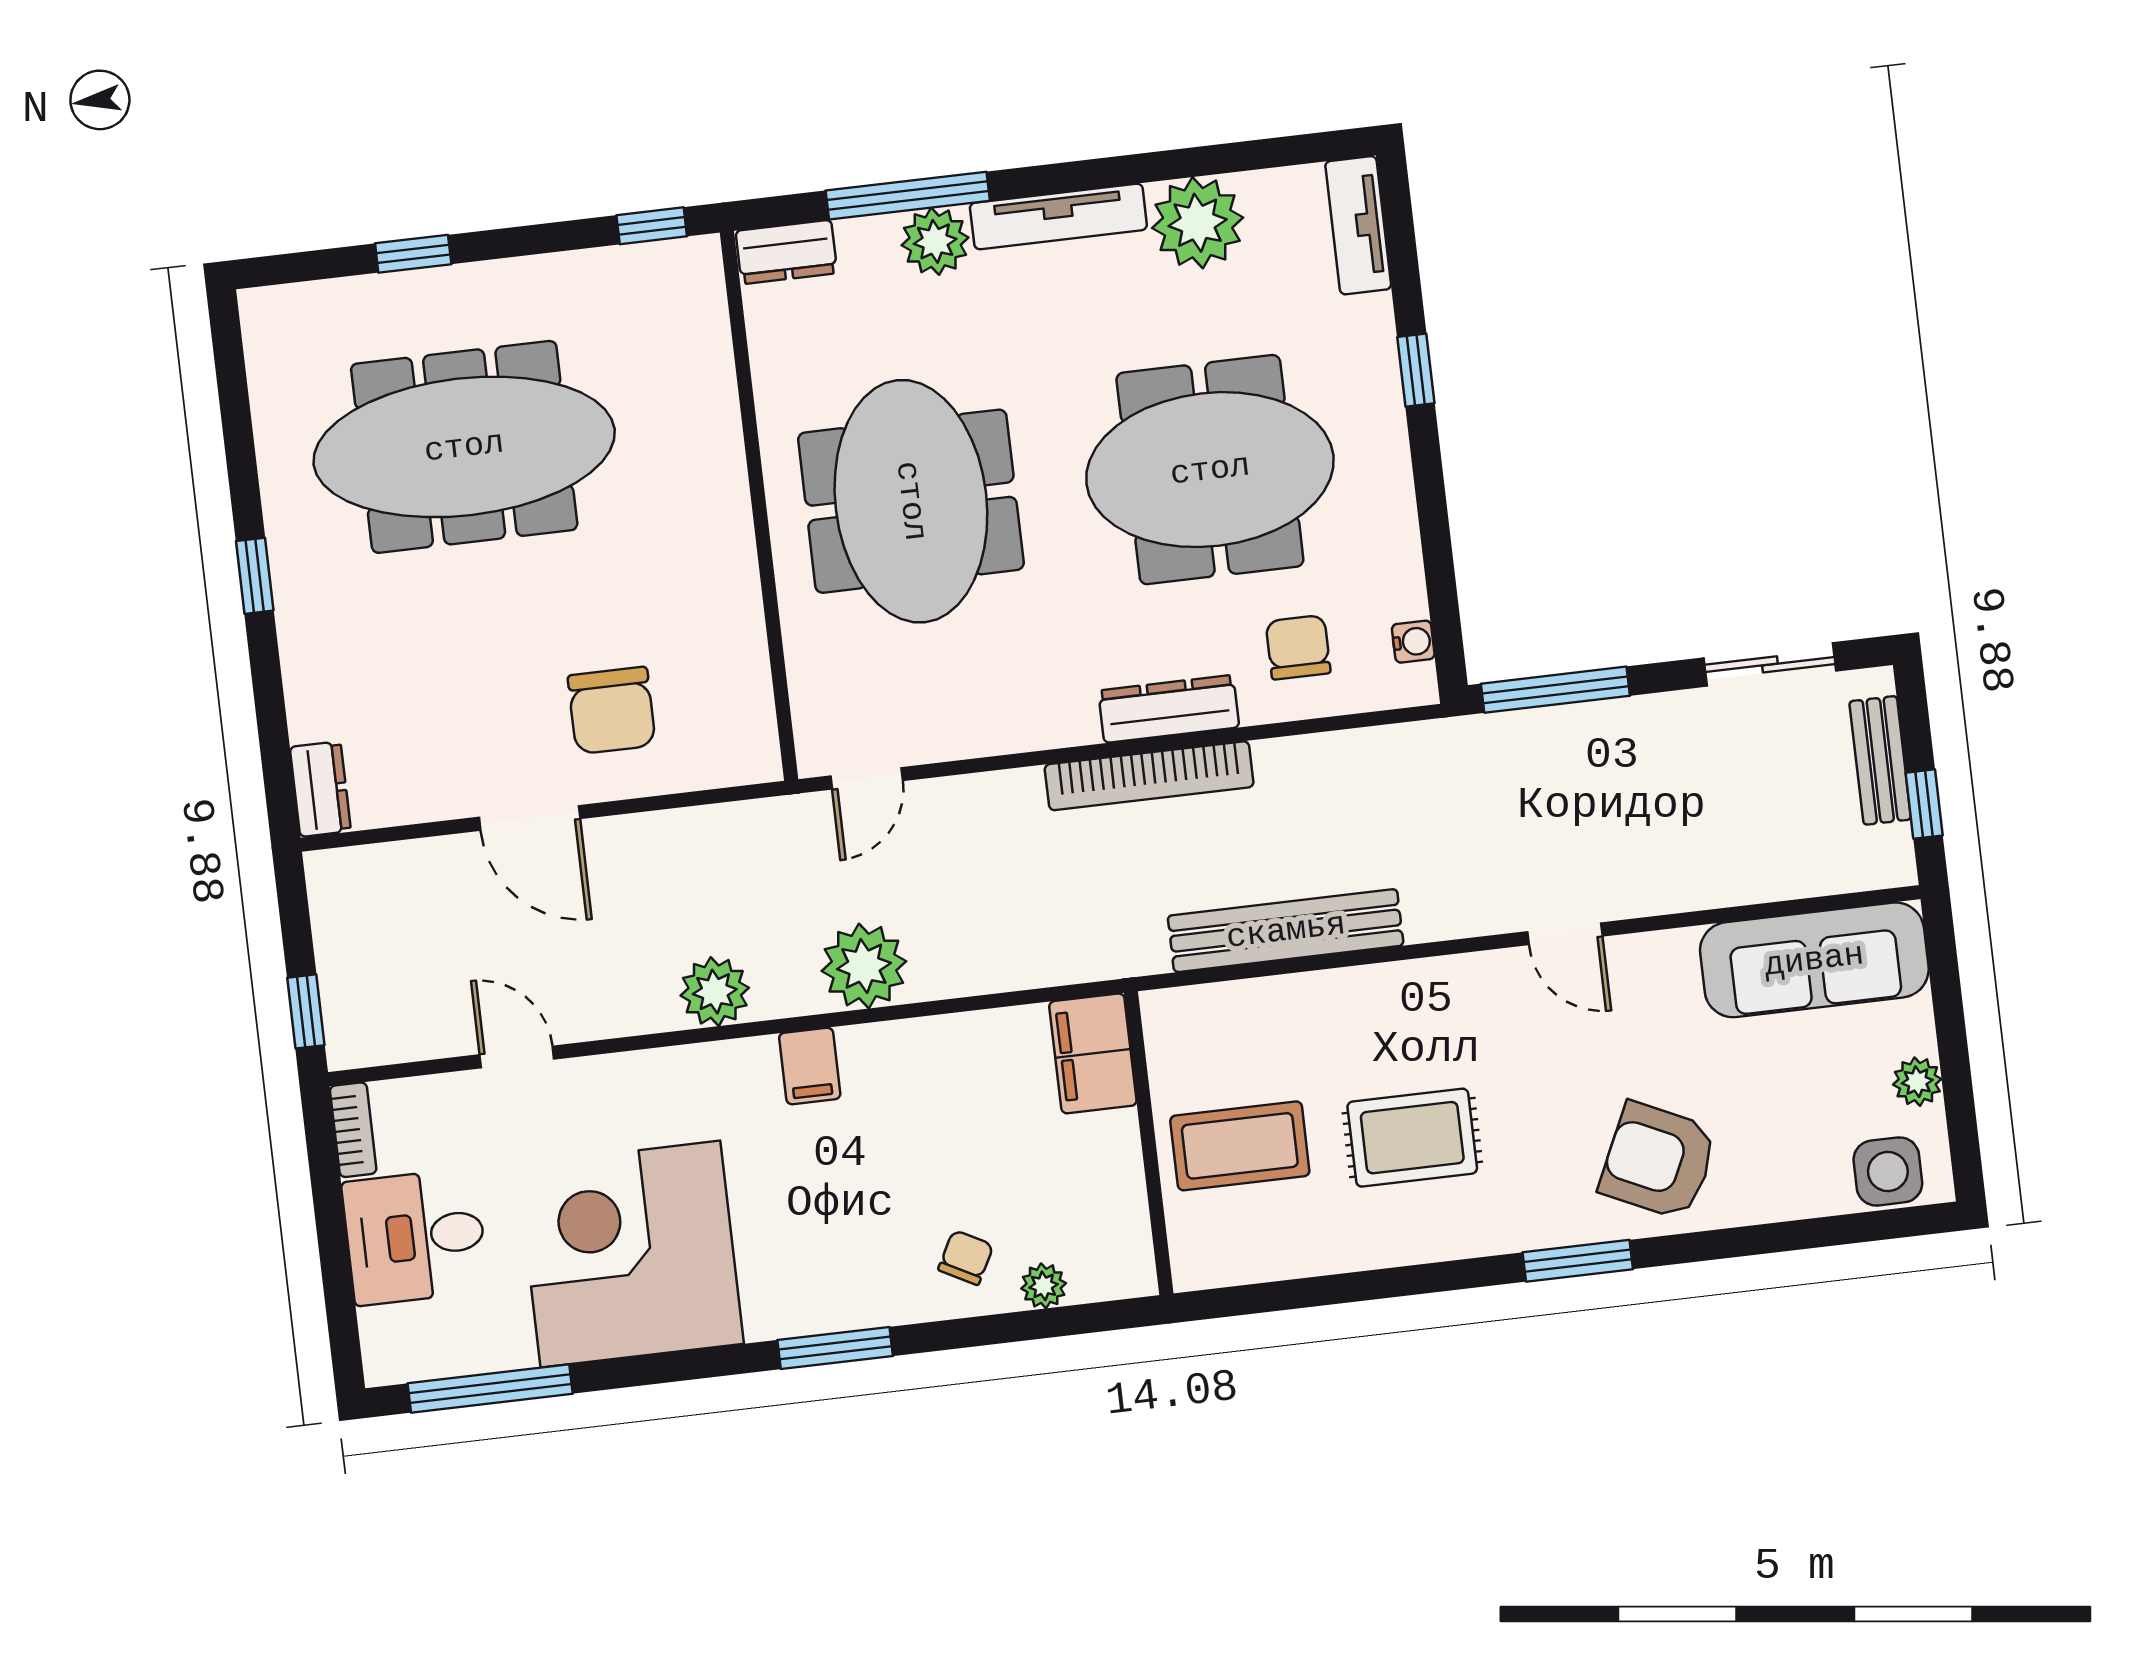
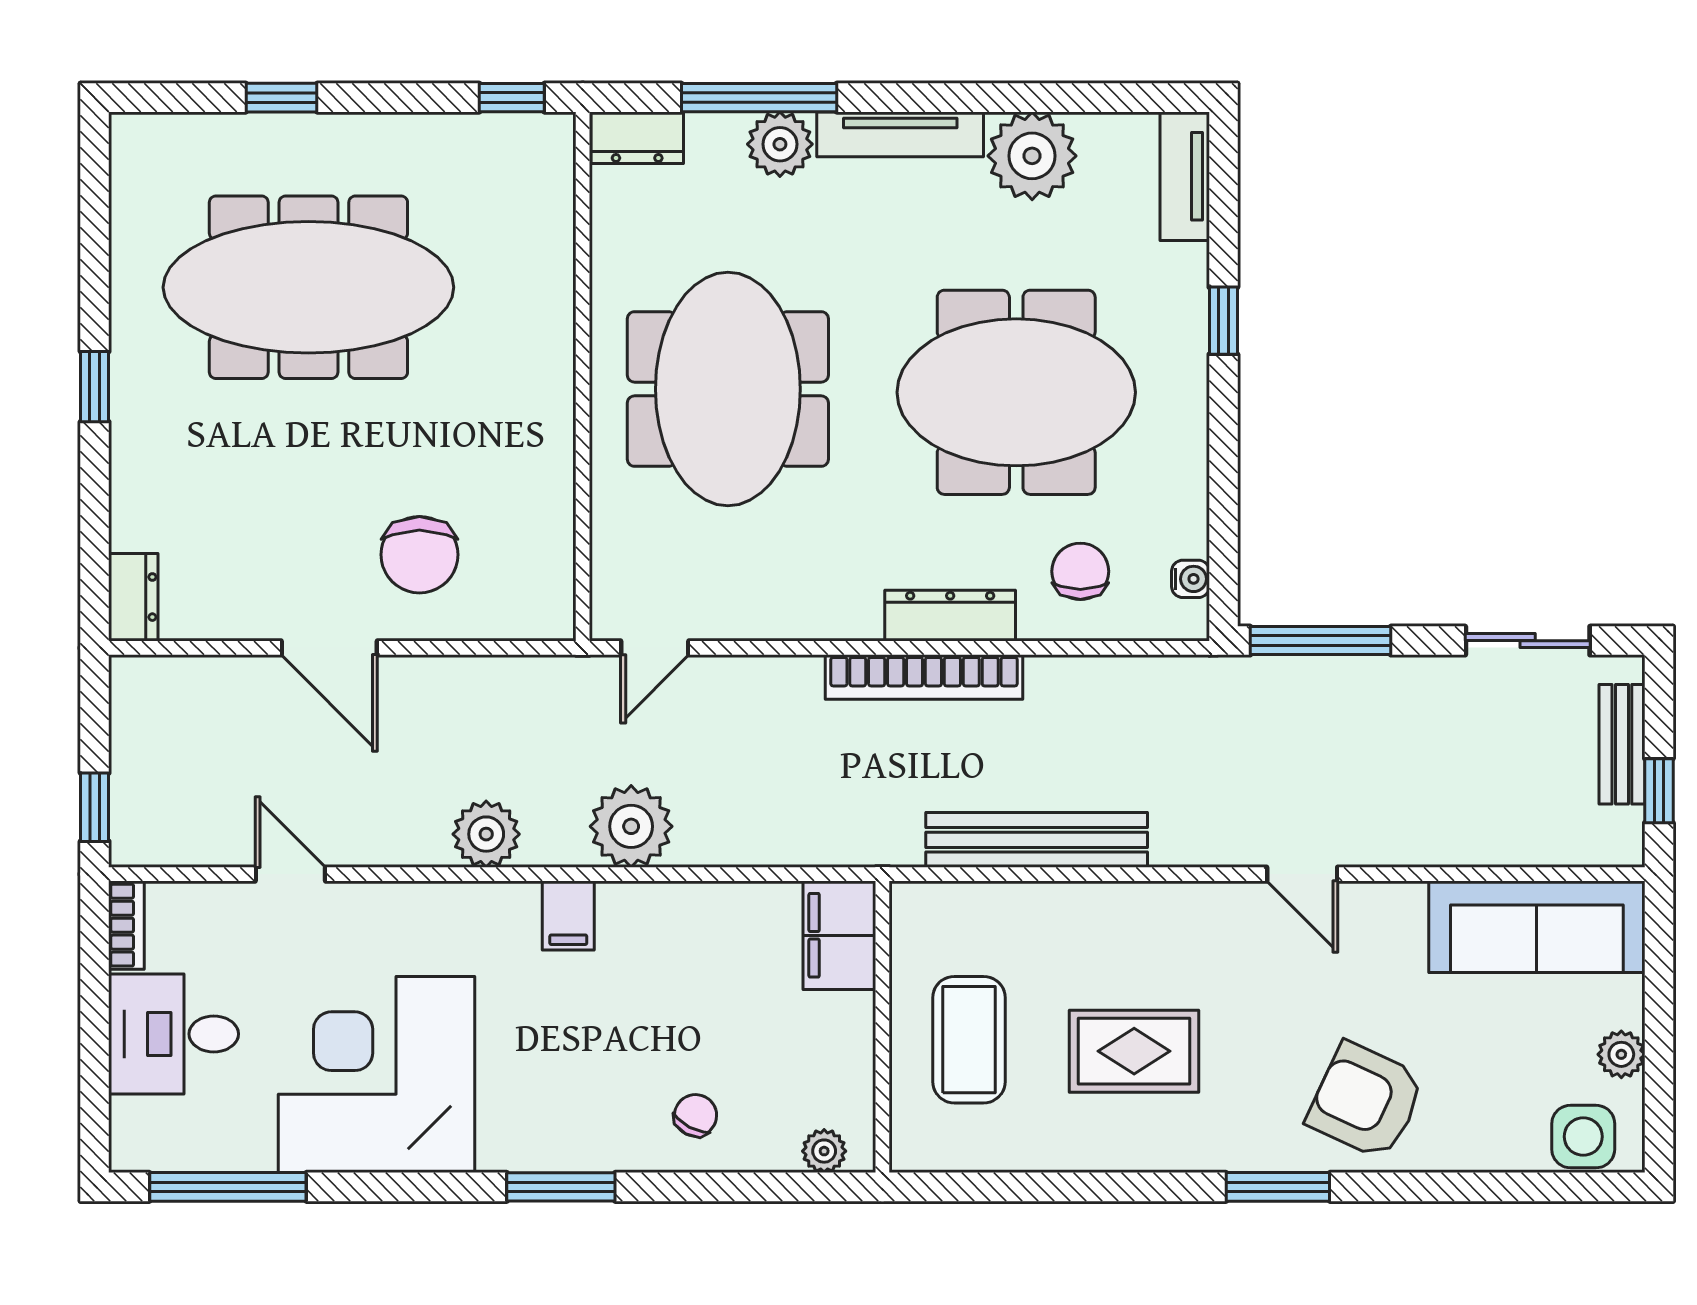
coffee table: (1240, 1146) -> (969, 1040), turned 90
plant: (1044, 1286) -> (824, 1151), moved

